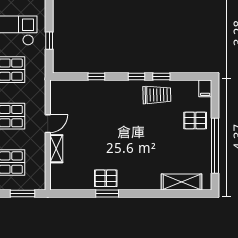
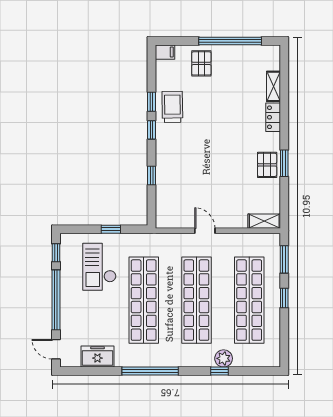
shelving: (56, 149) -> (264, 221), moved
shelving: (182, 182) -> (274, 86), width x0.67, depth x0.75
locker: (148, 184) -> (273, 117), added

